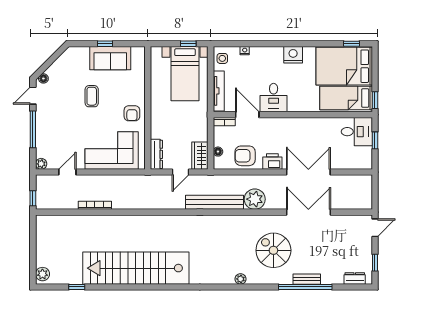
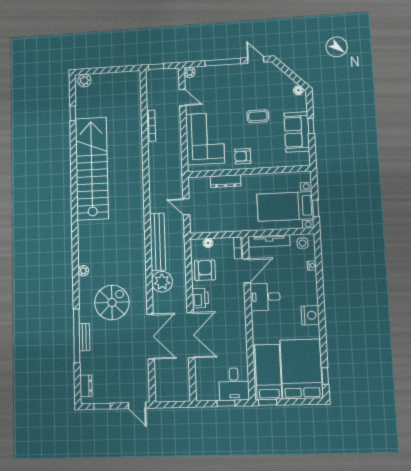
floor lamp: (43, 78) -> (298, 90), moved
dresser: (156, 154) -> (226, 181), moved
wardrobe: (200, 156) -> (203, 225), removed

